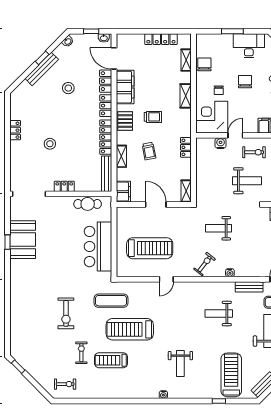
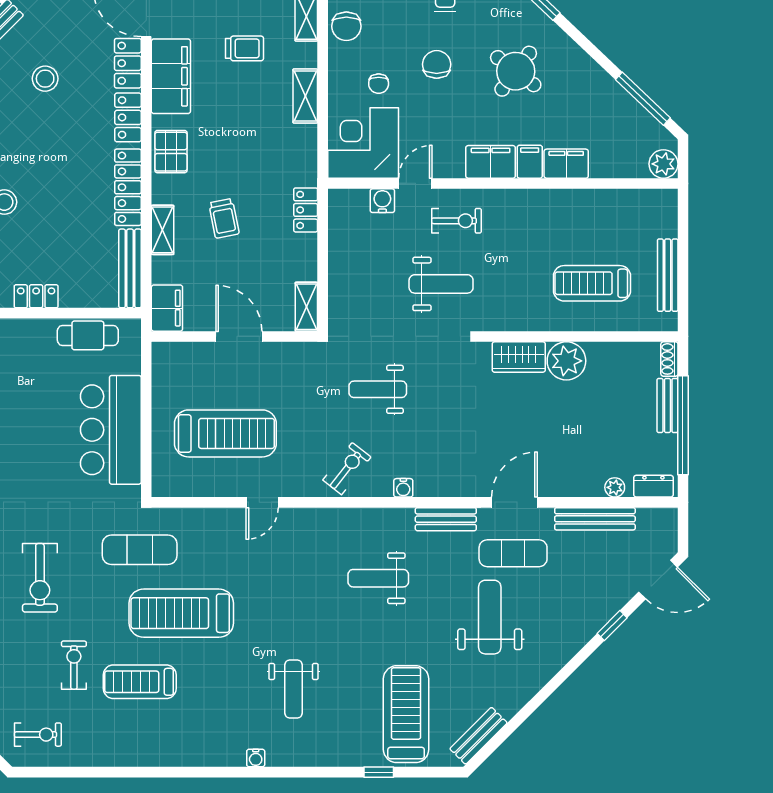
chair: (204, 64) -> (346, 26), turned 180
trolley: (153, 117) -> (244, 48), moved

